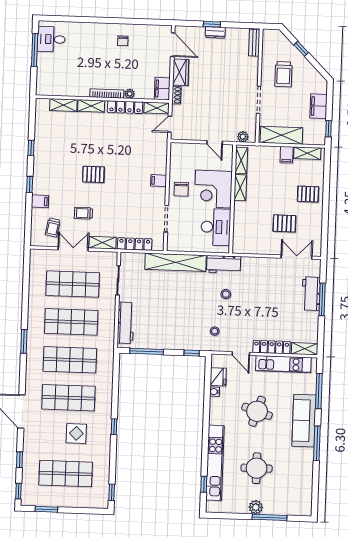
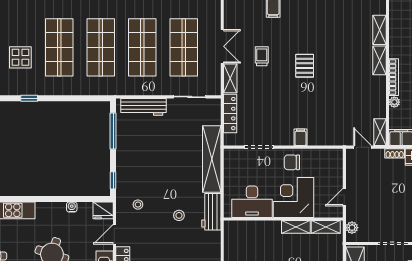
locker: (125, 107) -> (380, 98), removed
trolley: (53, 228) -> (245, 23), removed
fridge: (218, 377) -> (103, 210), moved

